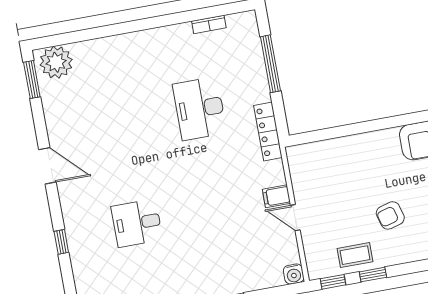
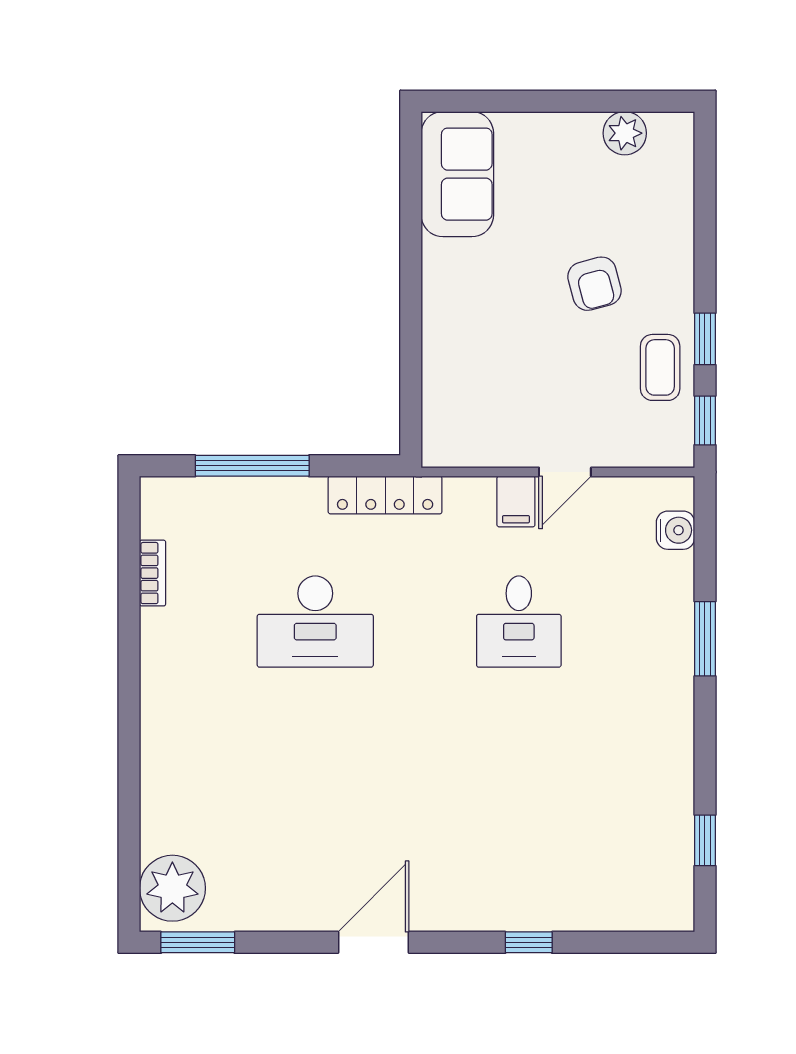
desk: (137, 223) -> (519, 622), moved
water cooler: (294, 274) -> (675, 530), moved

